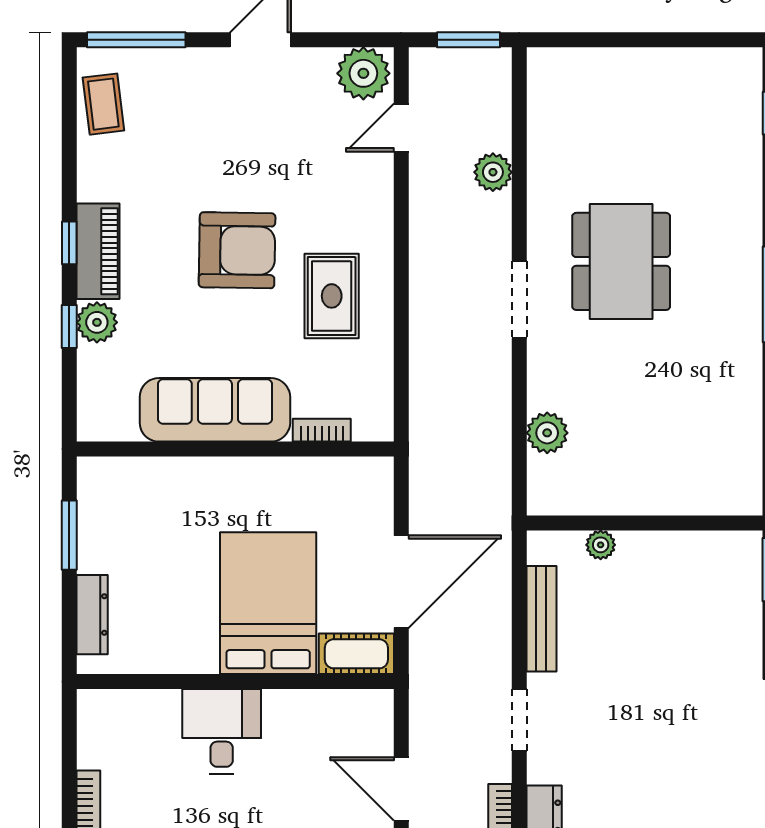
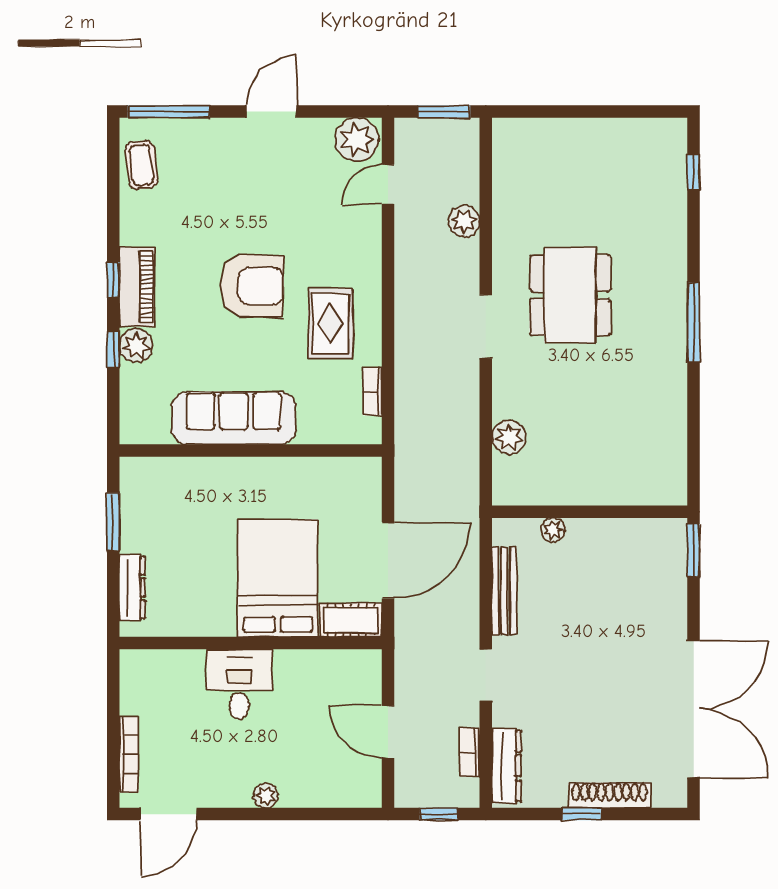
bookcase: (322, 430) -> (372, 391), moved, turned -90

